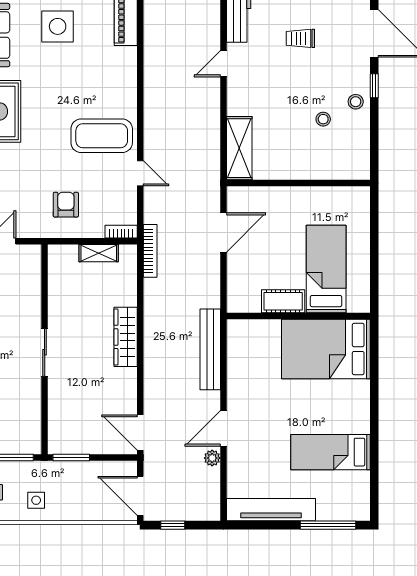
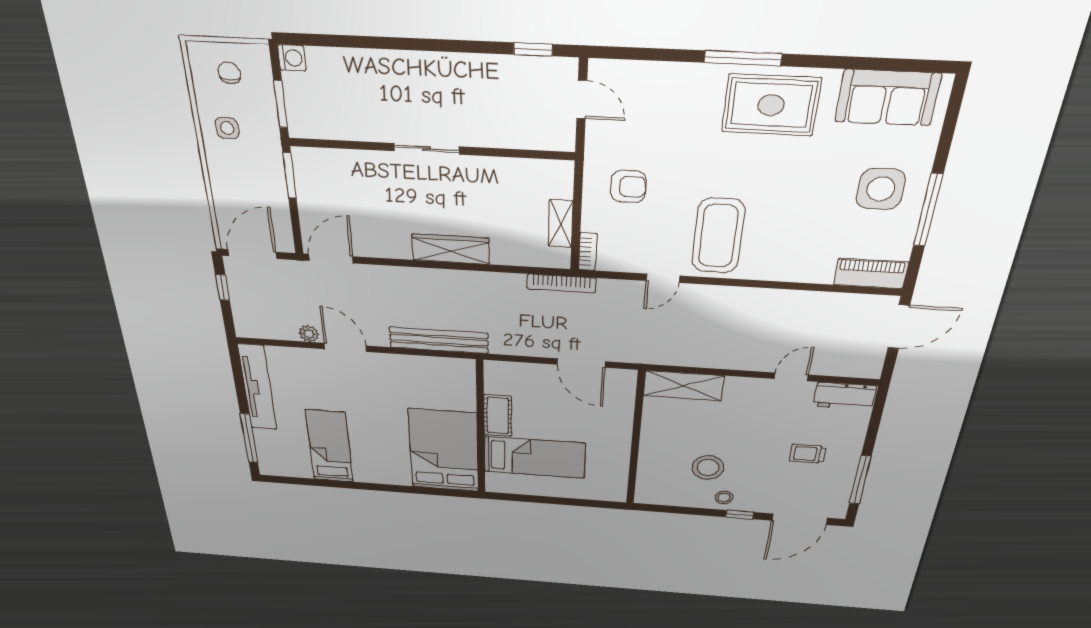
trolley: (300, 38) -> (808, 454), turned -90
door: (223, 64) -> (791, 377), hinge flipped
stool: (323, 119) -> (708, 467), width x1.89, depth x1.89

